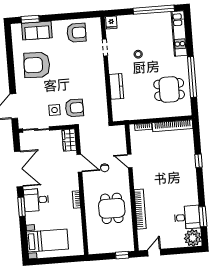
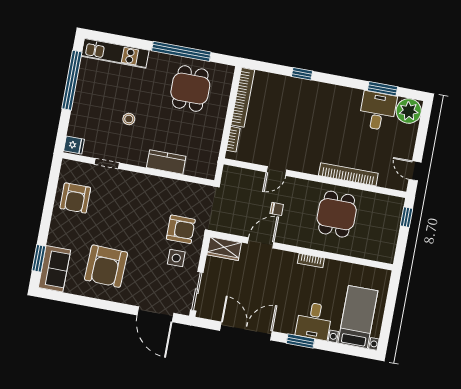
sofa: (37, 30) -> (54, 269), moved
armchair: (76, 33) -> (75, 198), turned 180
armchair: (74, 108) -> (181, 229), turned 90
desk: (36, 200) -> (314, 321), moved
dining table: (112, 208) -> (337, 214), turned 90

